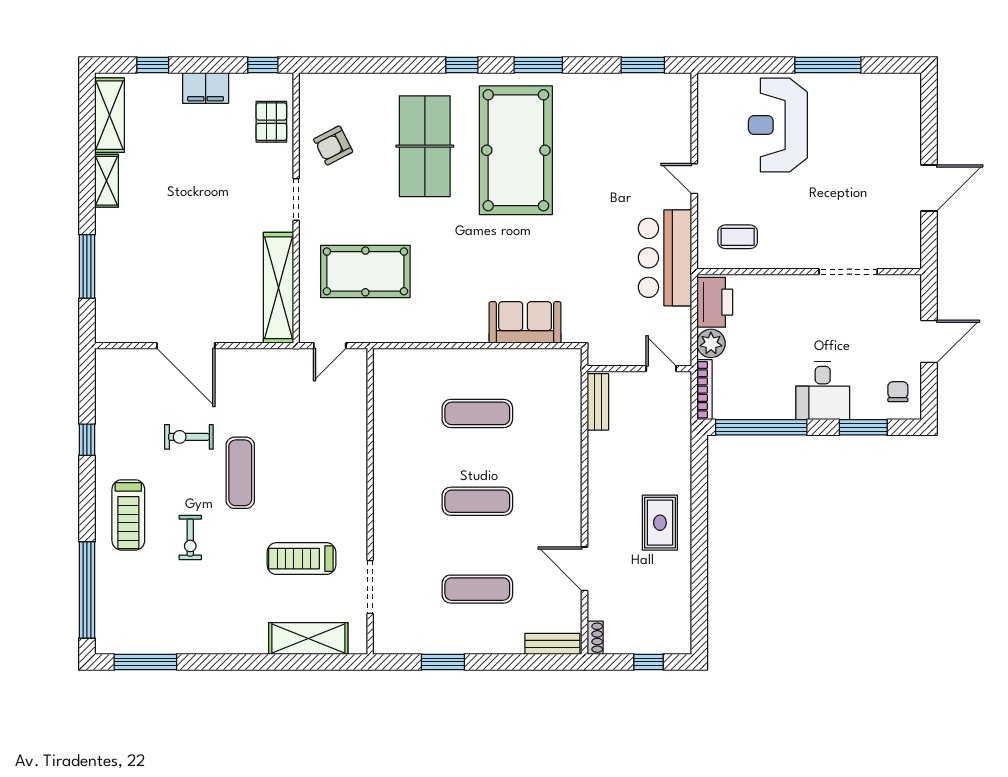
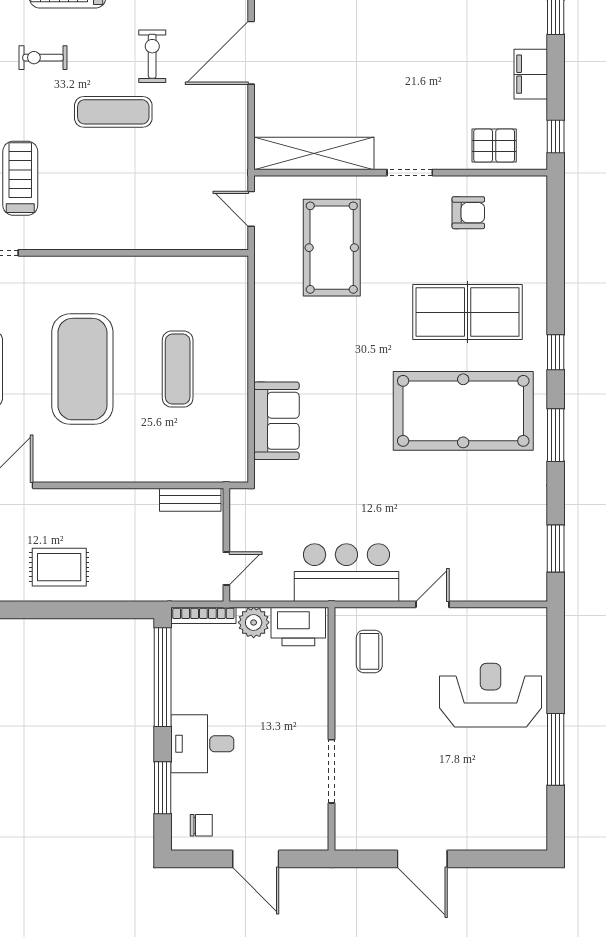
armchair: (333, 146) -> (468, 213), turned 117
exercise mat: (477, 501) -> (82, 369), width x2.00, depth x1.45

